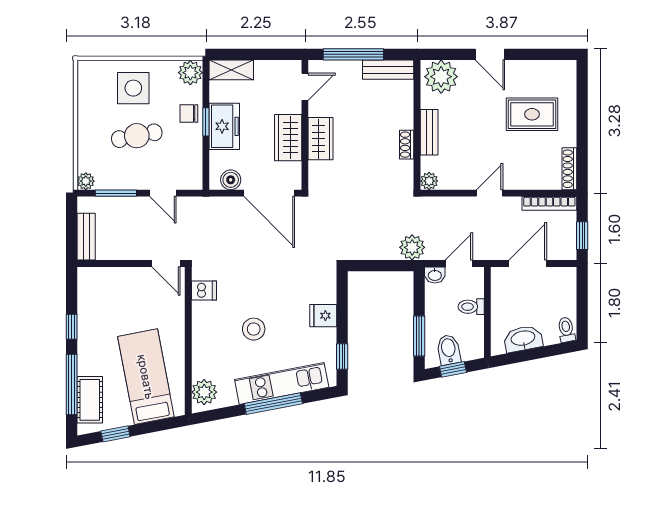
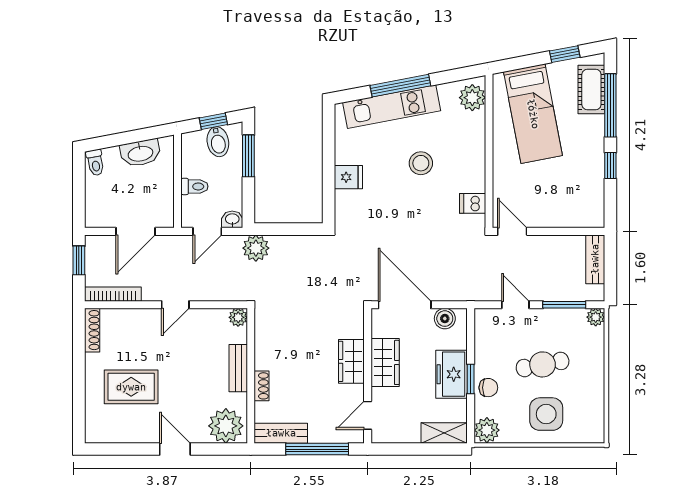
shoe rack: (407, 145) -> (262, 386), moved
window: (342, 356) -> (329, 135), removed

